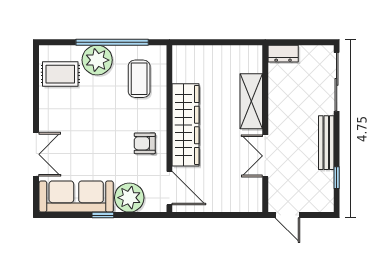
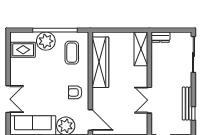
shelving: (251, 101) -> (141, 49), moved
wardrobe: (186, 125) -> (100, 62), moved
bench: (326, 143) -> (187, 104), moved

